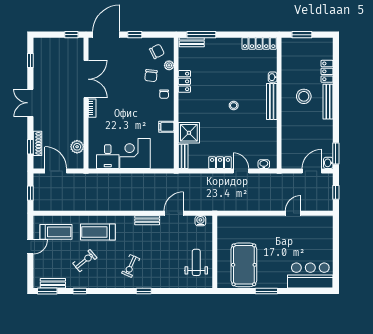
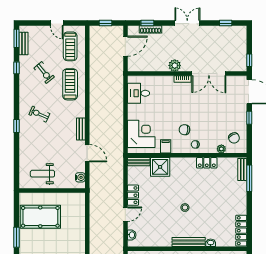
chair: (151, 76) -> (184, 130), moved
plant: (77, 147) -> (175, 65), moved
corner desk: (135, 154) -> (141, 134), moved
weight bench: (196, 262) -> (42, 174), turned 180

